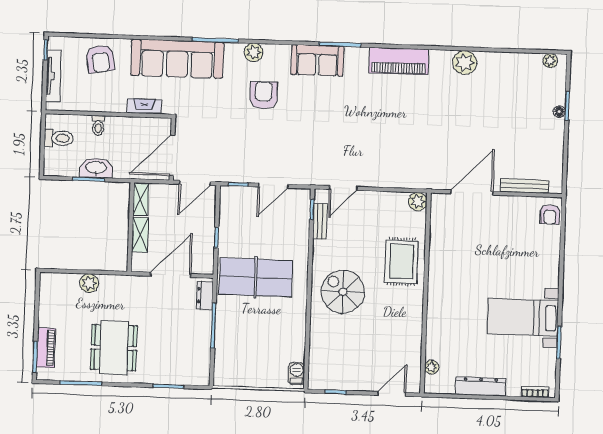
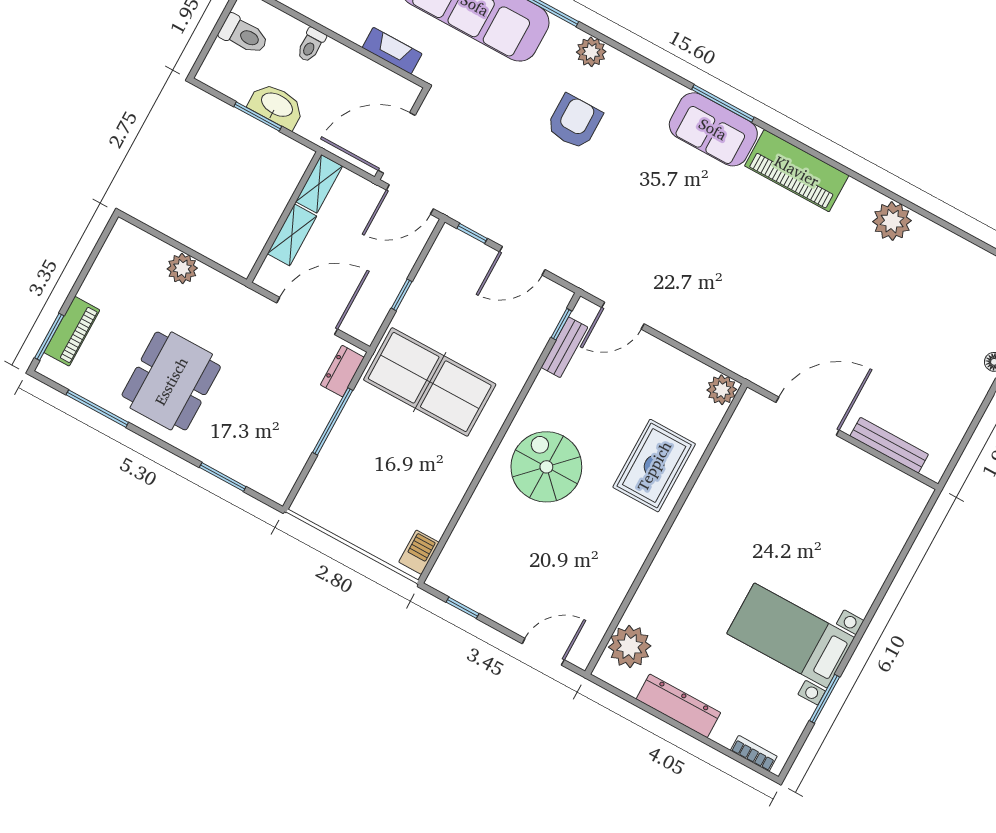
sofa: (317, 60) -> (713, 129), moved
armchair: (550, 214) -> (905, 505), removed
plant: (432, 367) -> (630, 647), width x1.88, depth x1.88

